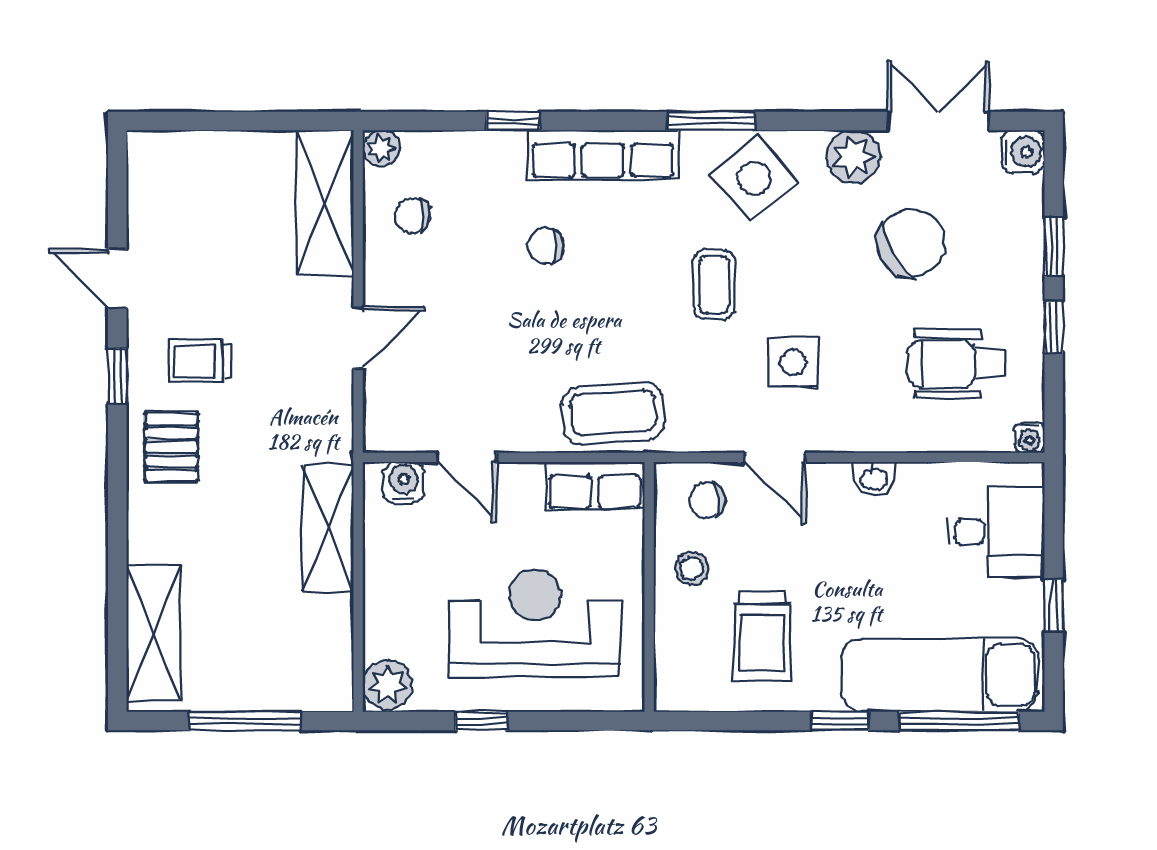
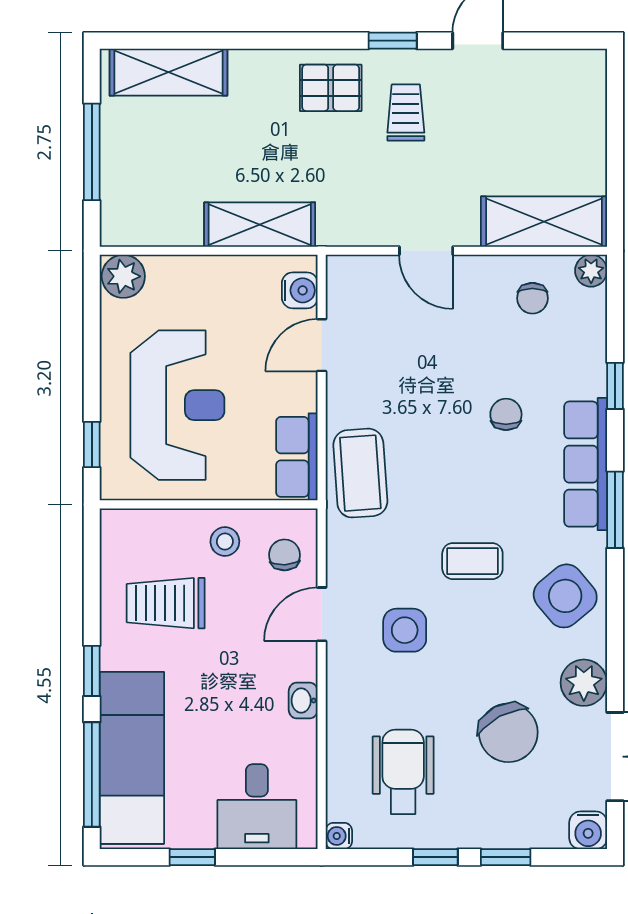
window: (711, 121) -> (615, 510), moved
chair: (413, 216) -> (532, 298), turned 180
window: (481, 721) -> (92, 445), moved

